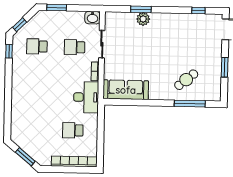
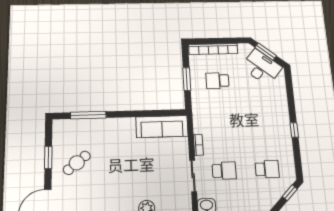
window: (9, 51) -> (294, 130), moved
cafe table: (186, 80) -> (77, 163), moved
desk: (86, 97) -> (262, 67), moved, turned 130
school desk: (73, 130) -> (217, 81), turned 180
window: (101, 133) -> (187, 79), added

